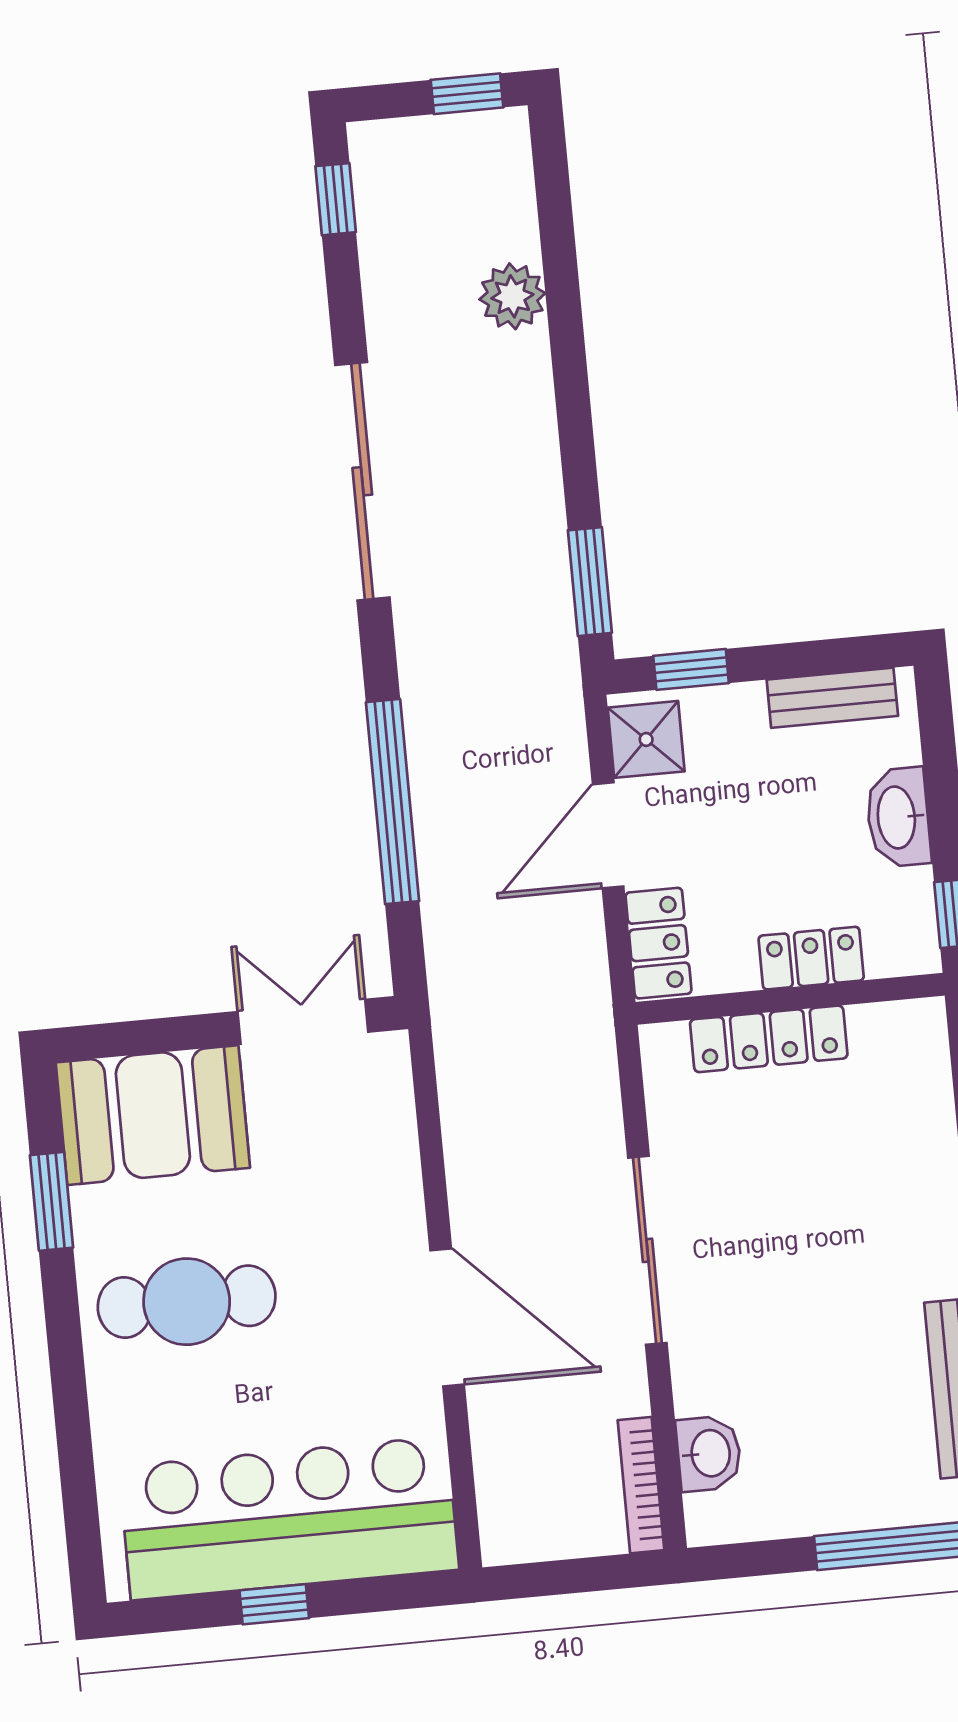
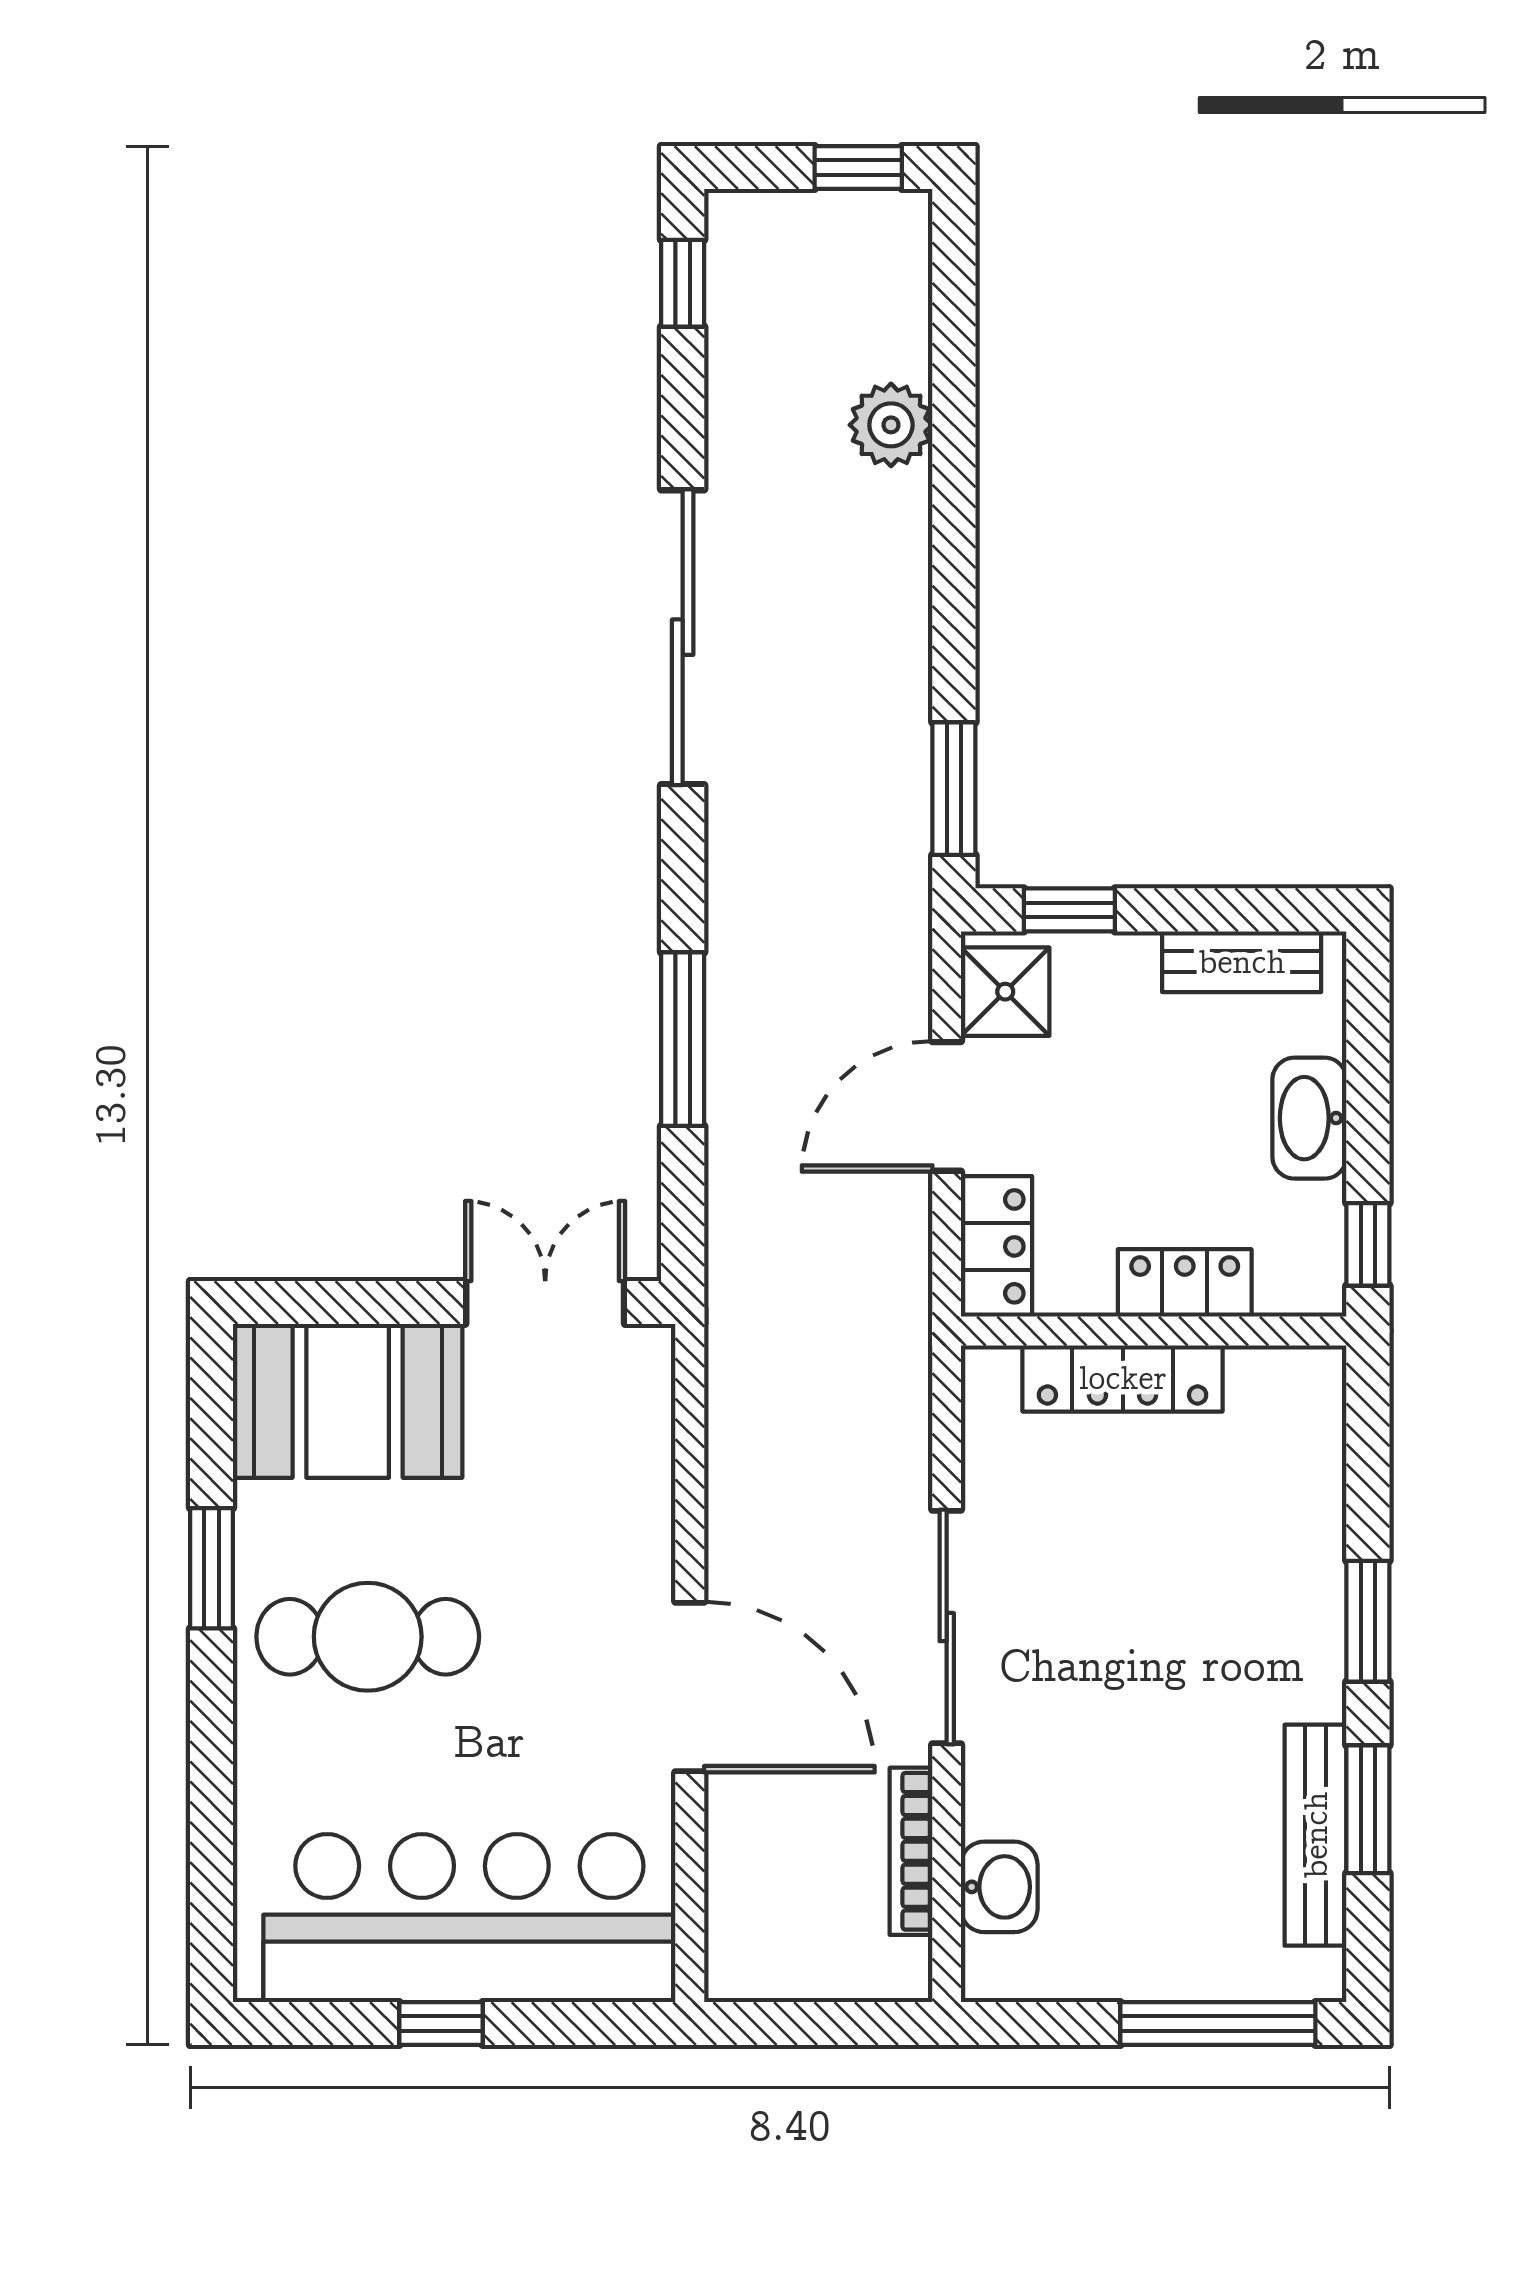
window: (393, 802) -> (683, 1039), width x0.68
window: (52, 1201) -> (211, 1568), moved
bookcase: (641, 1485) -> (911, 1851), moved

